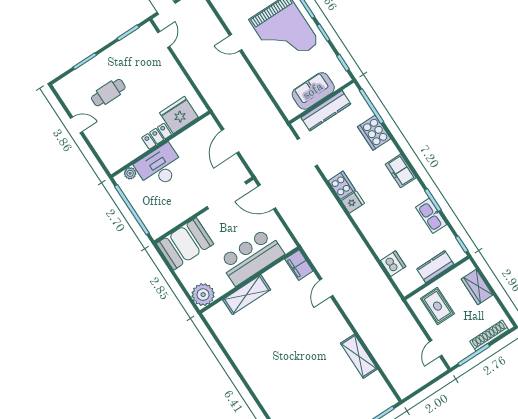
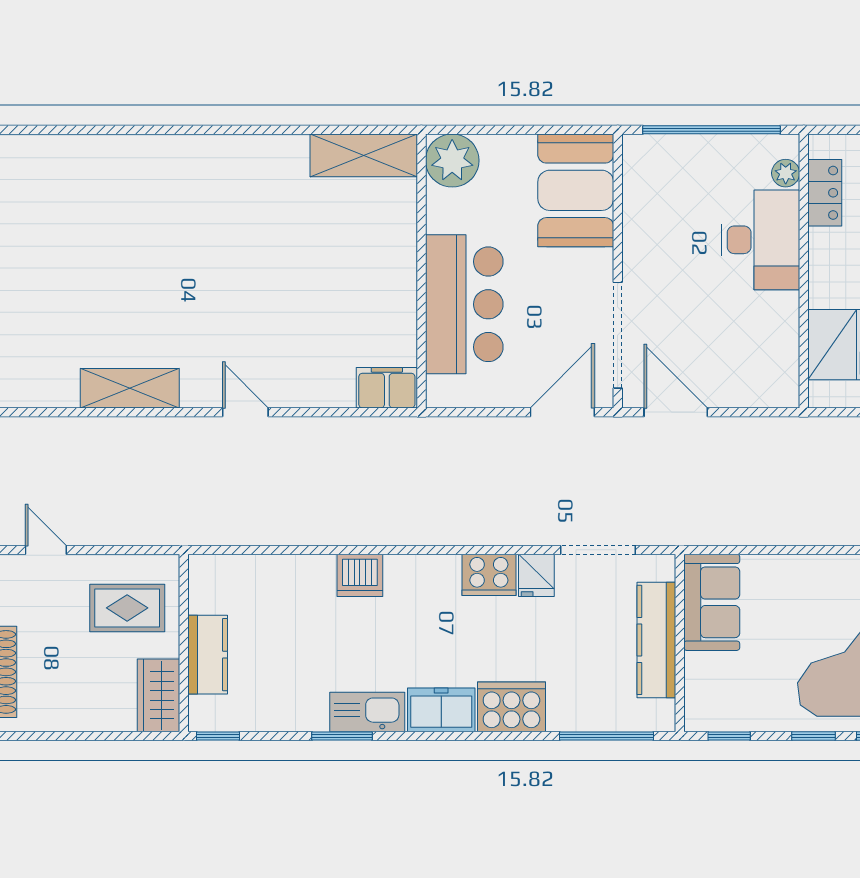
sofa: (313, 91) -> (712, 602), moved
cooker: (374, 133) -> (511, 707), moved
locker: (157, 136) -> (825, 193), moved
door: (230, 141) -> (676, 412), moved
fridge: (353, 202) -> (536, 575), moved
kitchen sink: (431, 216) -> (367, 712), moved
dishwasher: (393, 264) -> (360, 575), moved
wardrobe: (477, 287) -> (159, 695), moved, turned -90
door: (326, 288) -> (245, 412), moved
shelving: (247, 295) -> (364, 155), moved, turned 90

